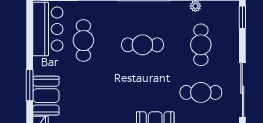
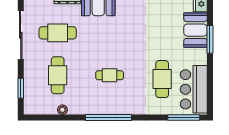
window: (242, 17) -> (21, 88), moved
cafe table: (142, 45) -> (110, 75), width x0.73, depth x0.74

